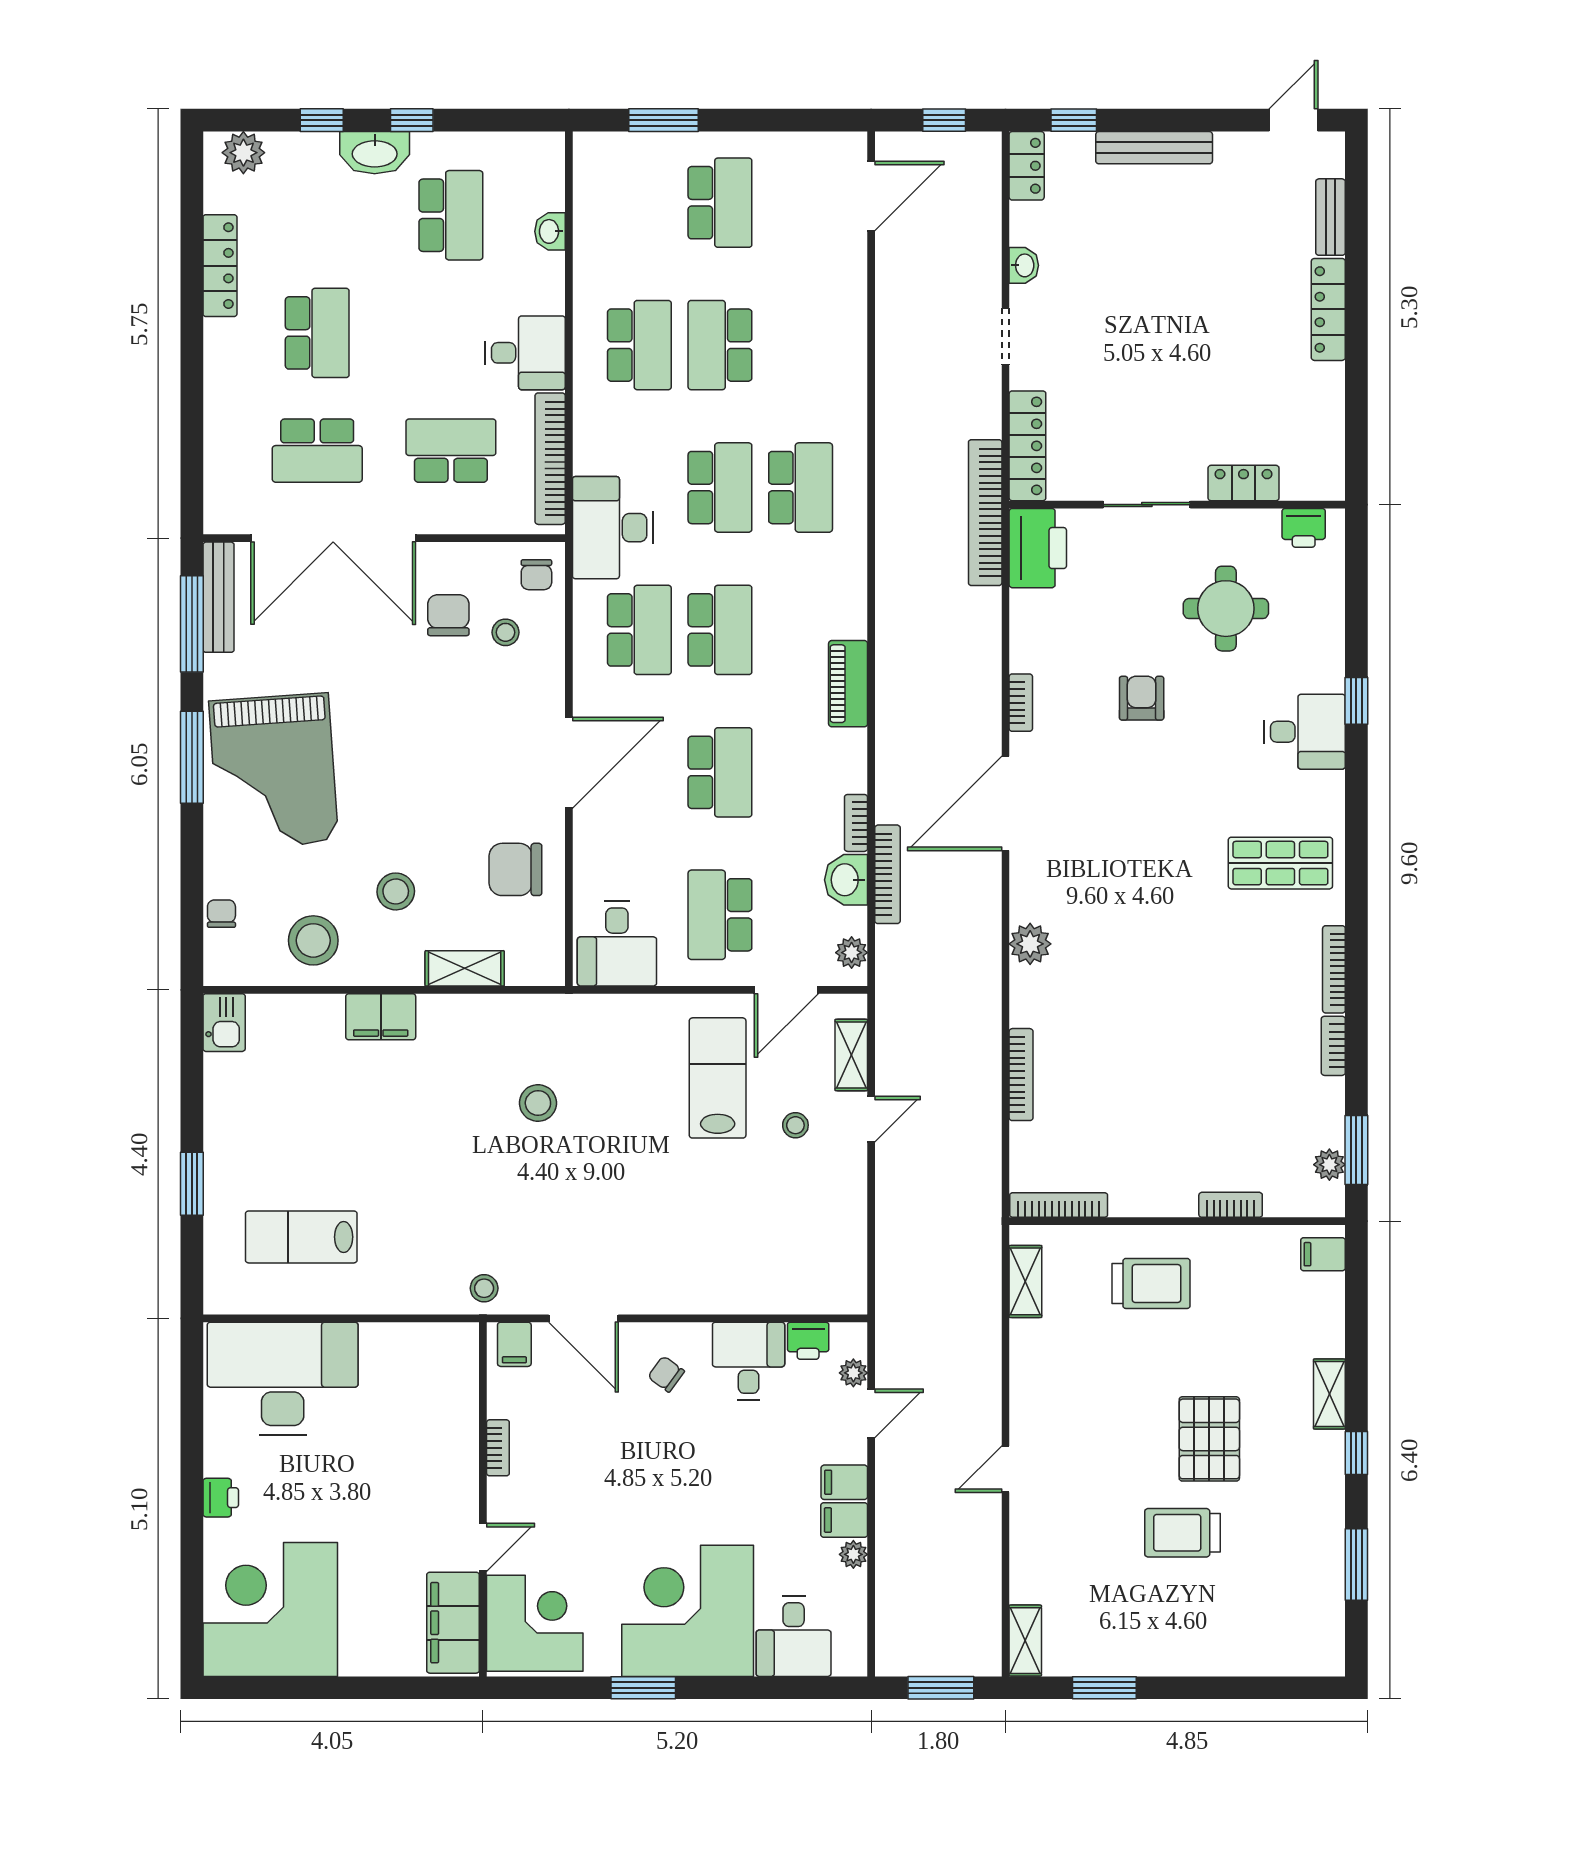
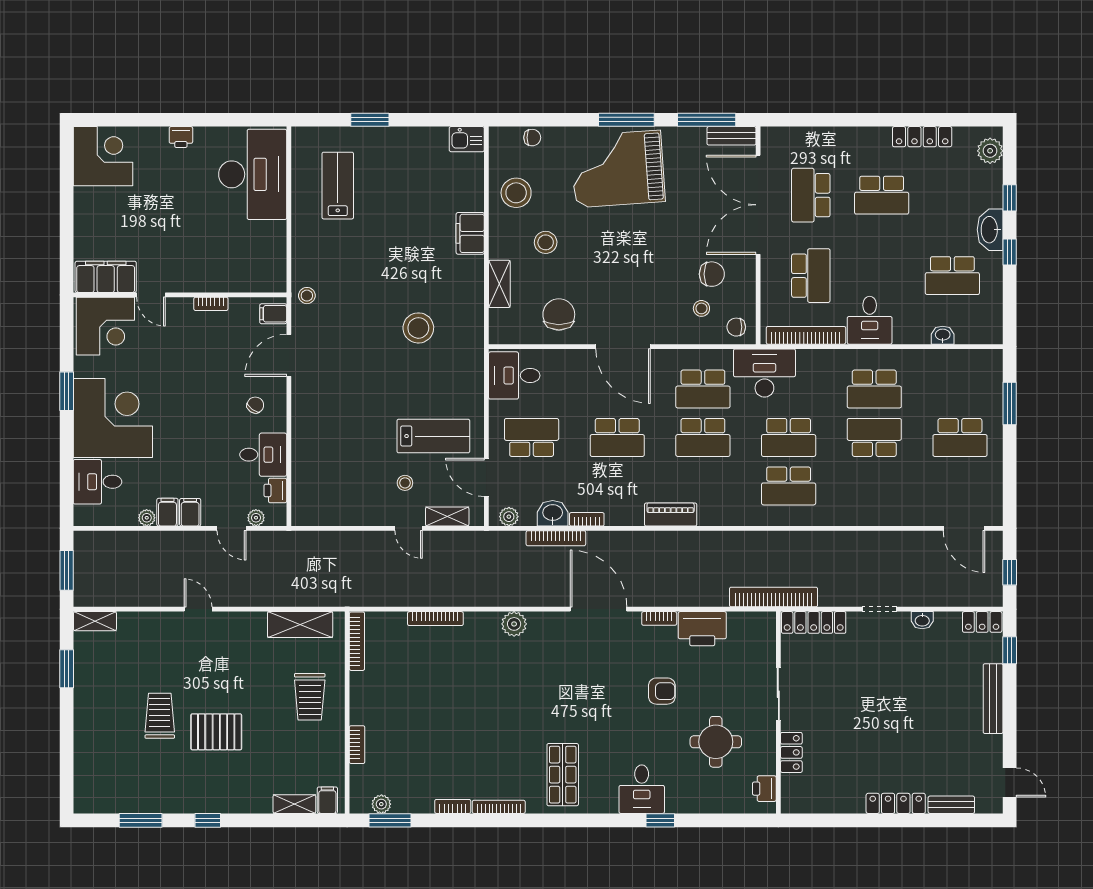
printer: (1038, 548) -> (702, 629), moved
bench: (219, 597) -> (731, 136), width x0.73
stool: (538, 1103) -> (418, 328), width x1.38, depth x1.38
shelving: (1025, 1281) -> (300, 625), width x1.50, depth x1.33
shelving: (1329, 1394) -> (294, 804), moved
corner desk: (270, 1609) -> (103, 156), width x0.74, depth x0.74

